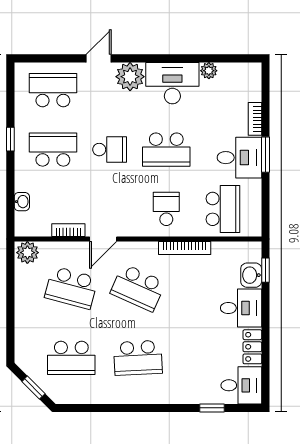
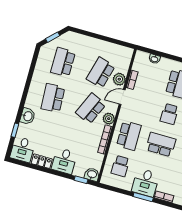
school desk: (166, 150) -> (161, 145), turned 90
school desk: (166, 209) -> (129, 136), width x1.85
school desk: (223, 209) -> (120, 166), width x0.54
door: (103, 239) -> (122, 97), hinge flipped
plant: (147, 252) -> (109, 119), added
plant: (27, 253) -> (119, 79), moved
washbasin: (251, 275) -> (92, 175), moved
washbasin: (181, 393) -> (28, 116), added

